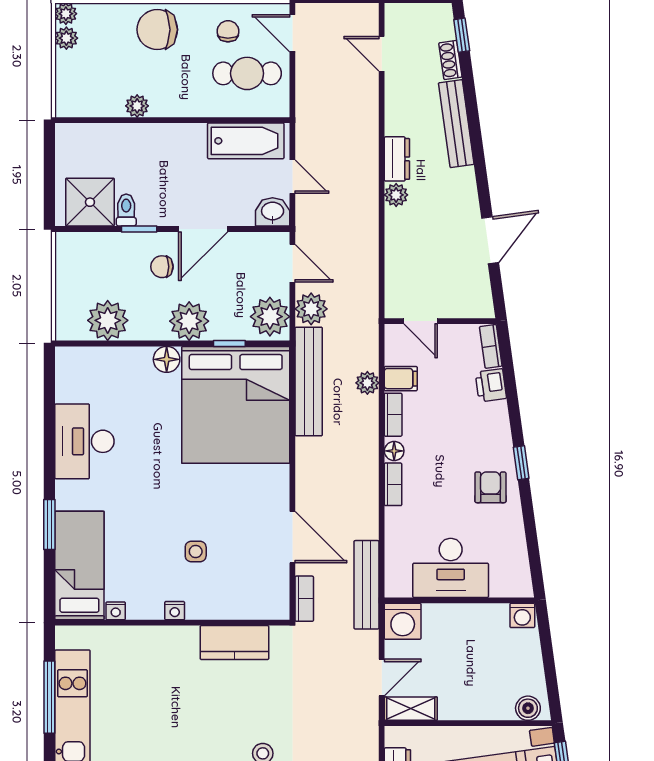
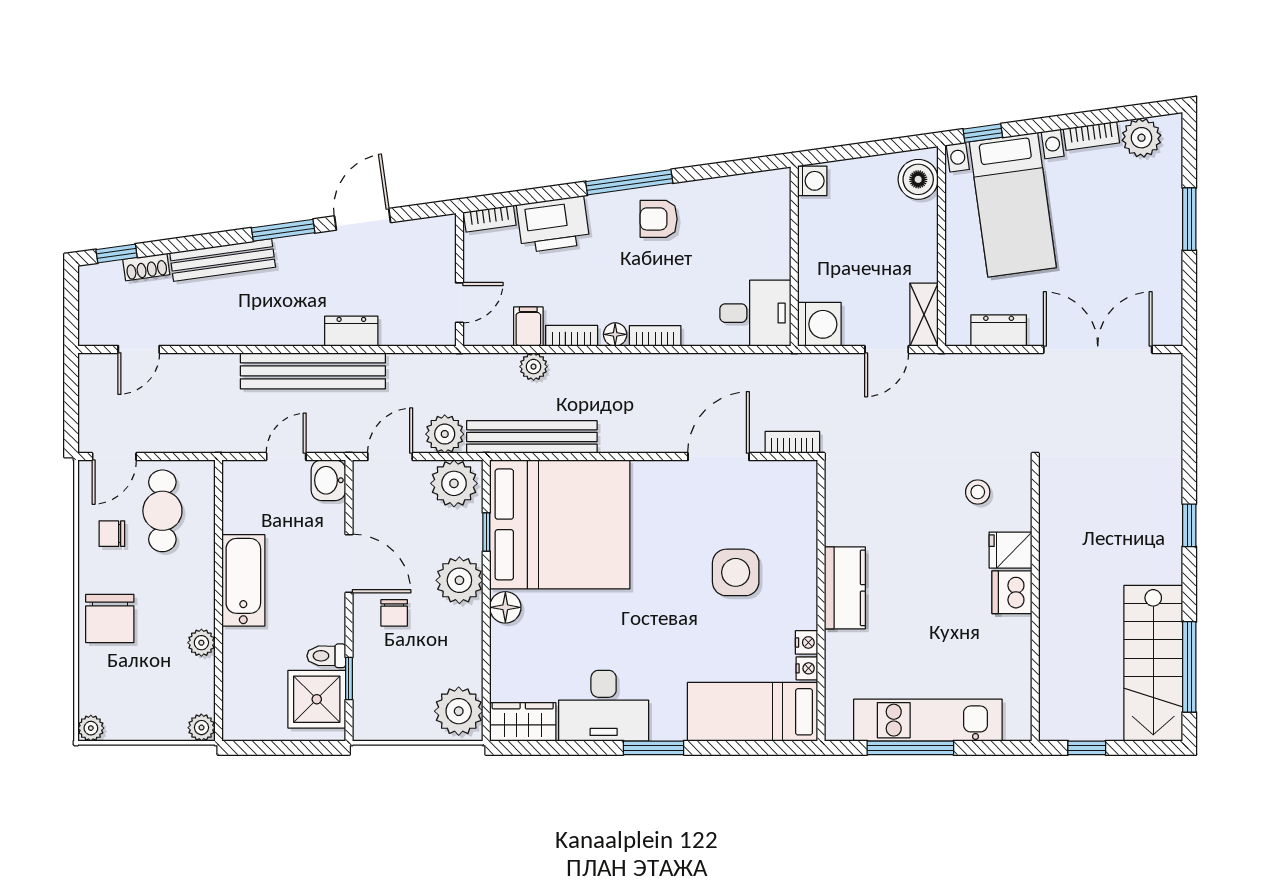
plant: (66, 38) -> (201, 728), moved
bathtub: (246, 141) -> (243, 580), moved
dresser: (397, 159) -> (351, 331), moved
window: (481, 174) -> (283, 230), added
plant: (396, 195) -> (308, 332), removed
window: (139, 229) -> (349, 679), moved
door: (490, 240) -> (363, 219), hinge flipped
plant: (108, 320) -> (459, 711), moved
wardrobe: (71, 374) -> (523, 722), added
printer: (491, 385) -> (553, 224), width x1.87, depth x1.48
window: (521, 463) -> (629, 182), width x2.17
window: (49, 524) -> (654, 748), moved
side table: (196, 552) -> (736, 572), width x1.87, depth x1.87
desk: (451, 568) -> (755, 313), moved, width x0.73
bench: (366, 585) -> (313, 371), moved, width x1.37, depth x1.21
nightstand: (175, 611) -> (807, 642), moved
kitchen counter: (234, 643) -> (845, 588), moved
door: (382, 677) -> (887, 349), swing flipped
boiler: (528, 708) -> (918, 179), width x1.36, depth x1.36

